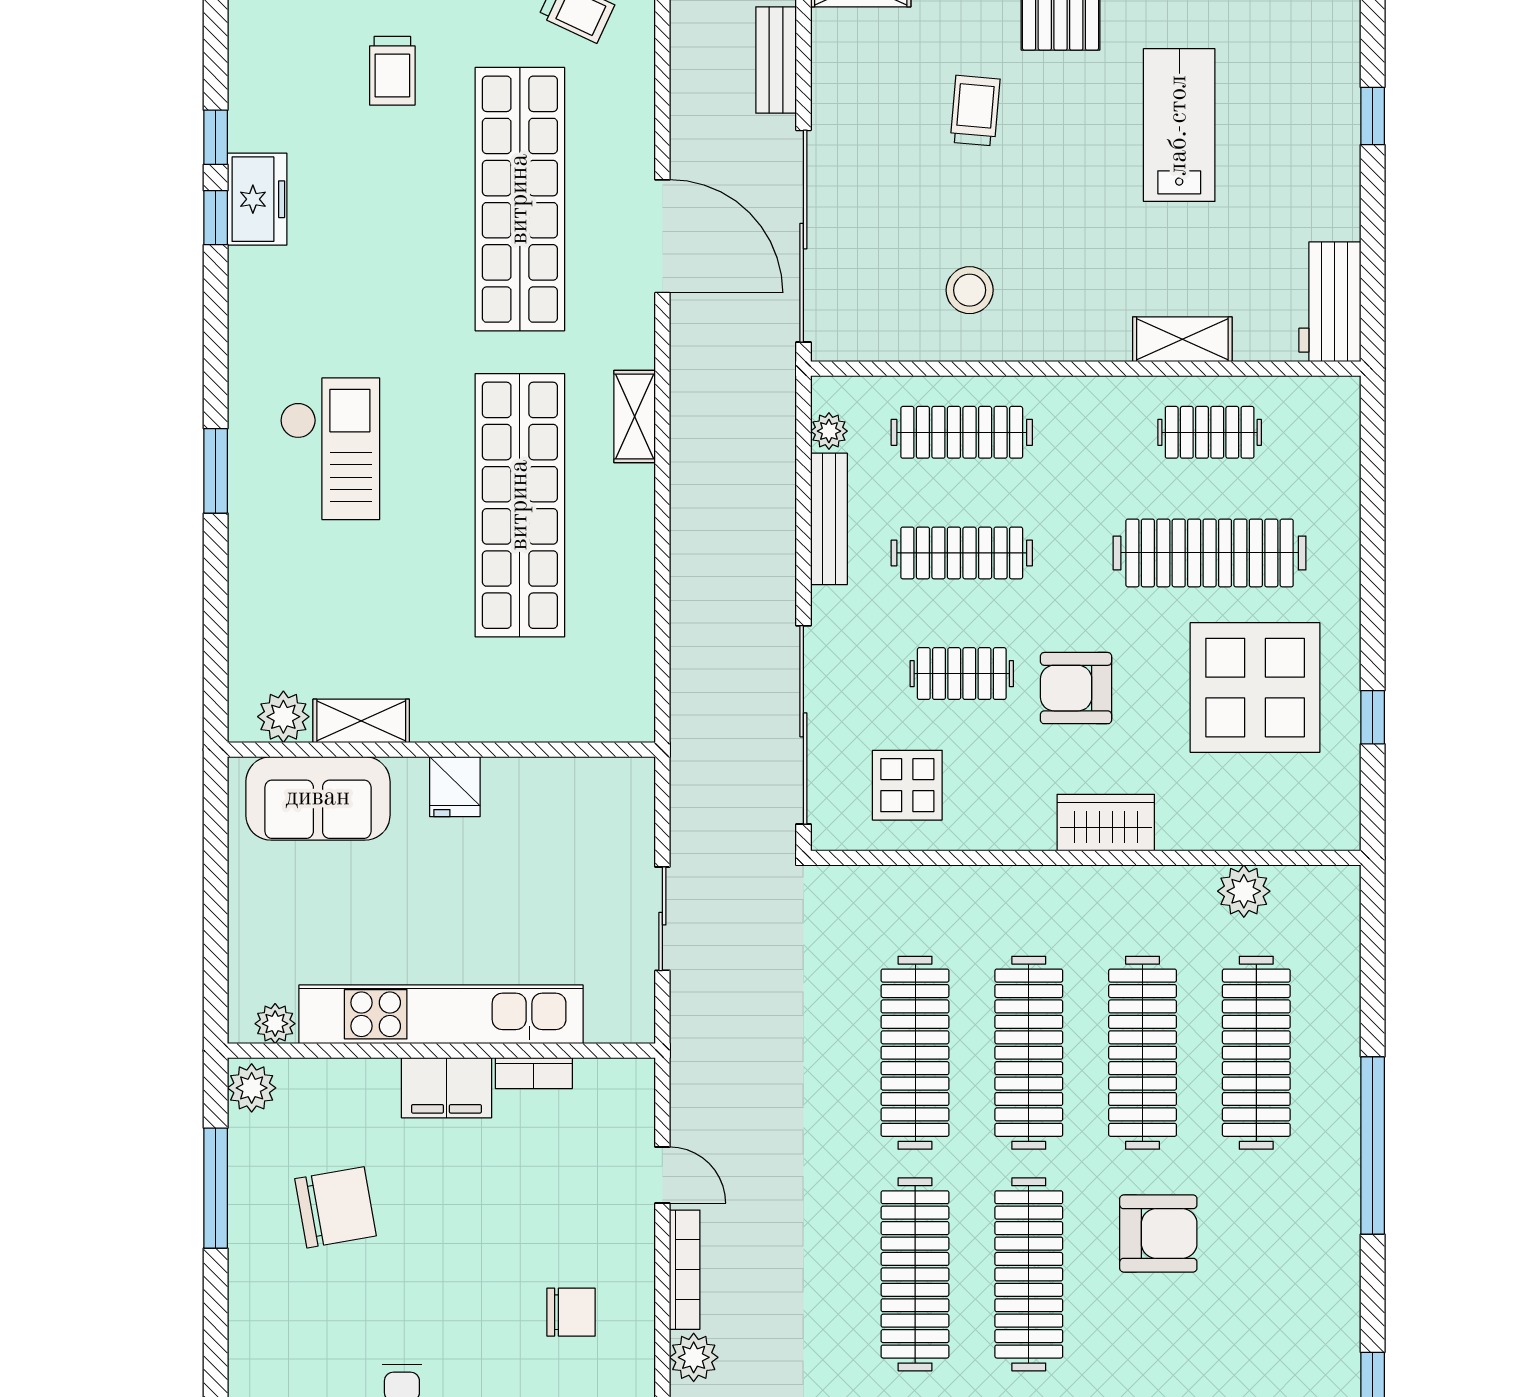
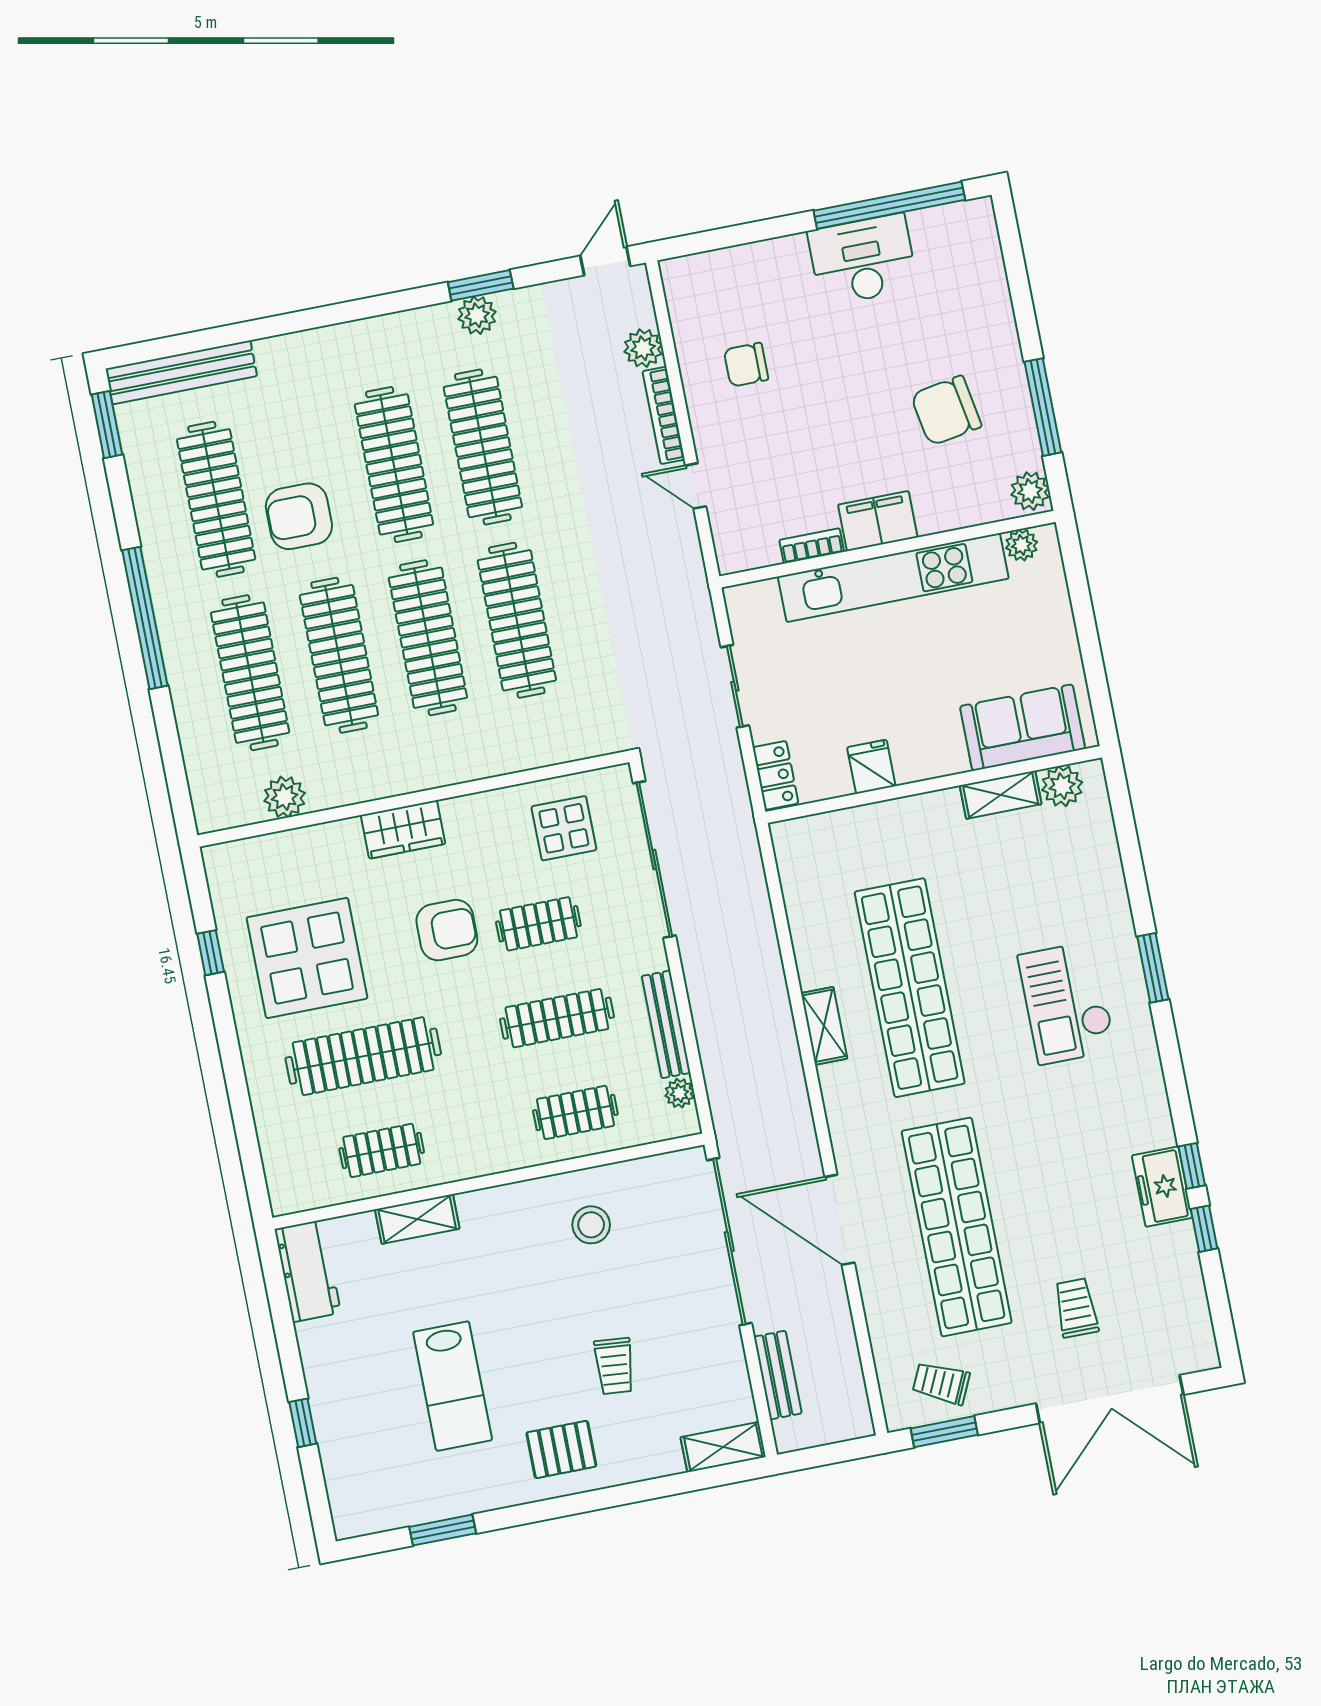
shelving: (635, 416) -> (824, 1026), moved
clothes rail: (962, 432) -> (575, 1112), width x0.73
fridge: (455, 787) -> (871, 767), moved
locker: (634, 799) -> (776, 775), added
clothes rail: (1256, 1274) -> (216, 499), added

